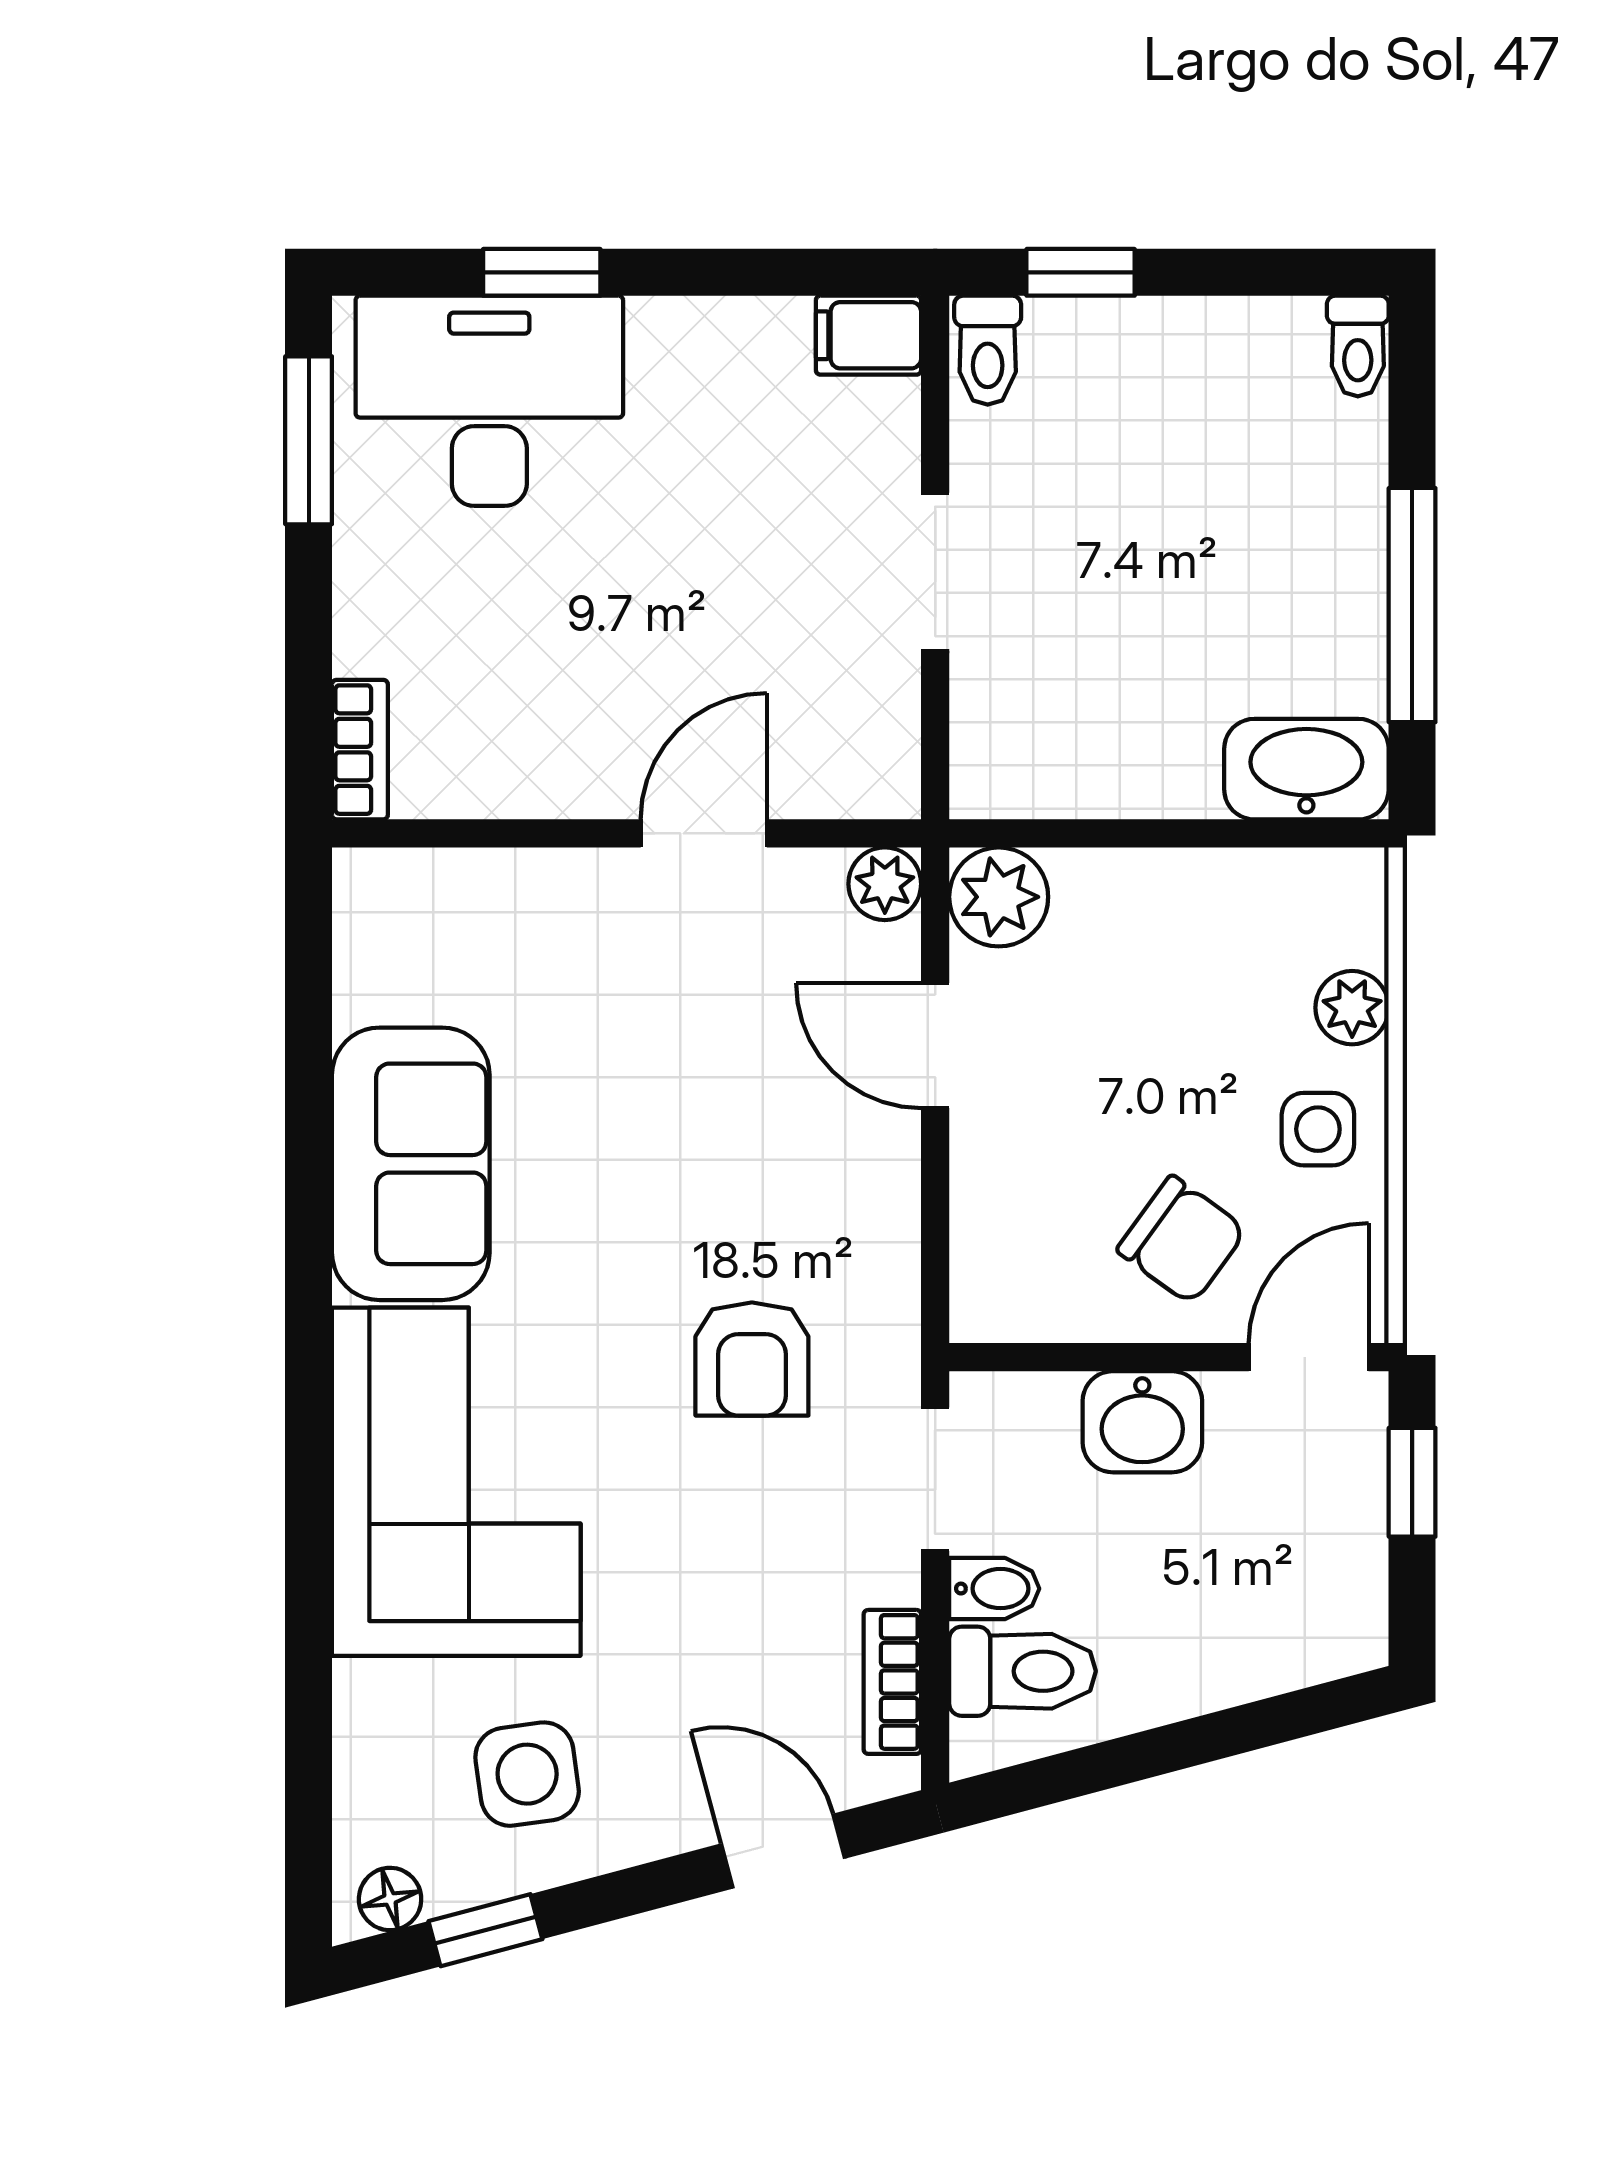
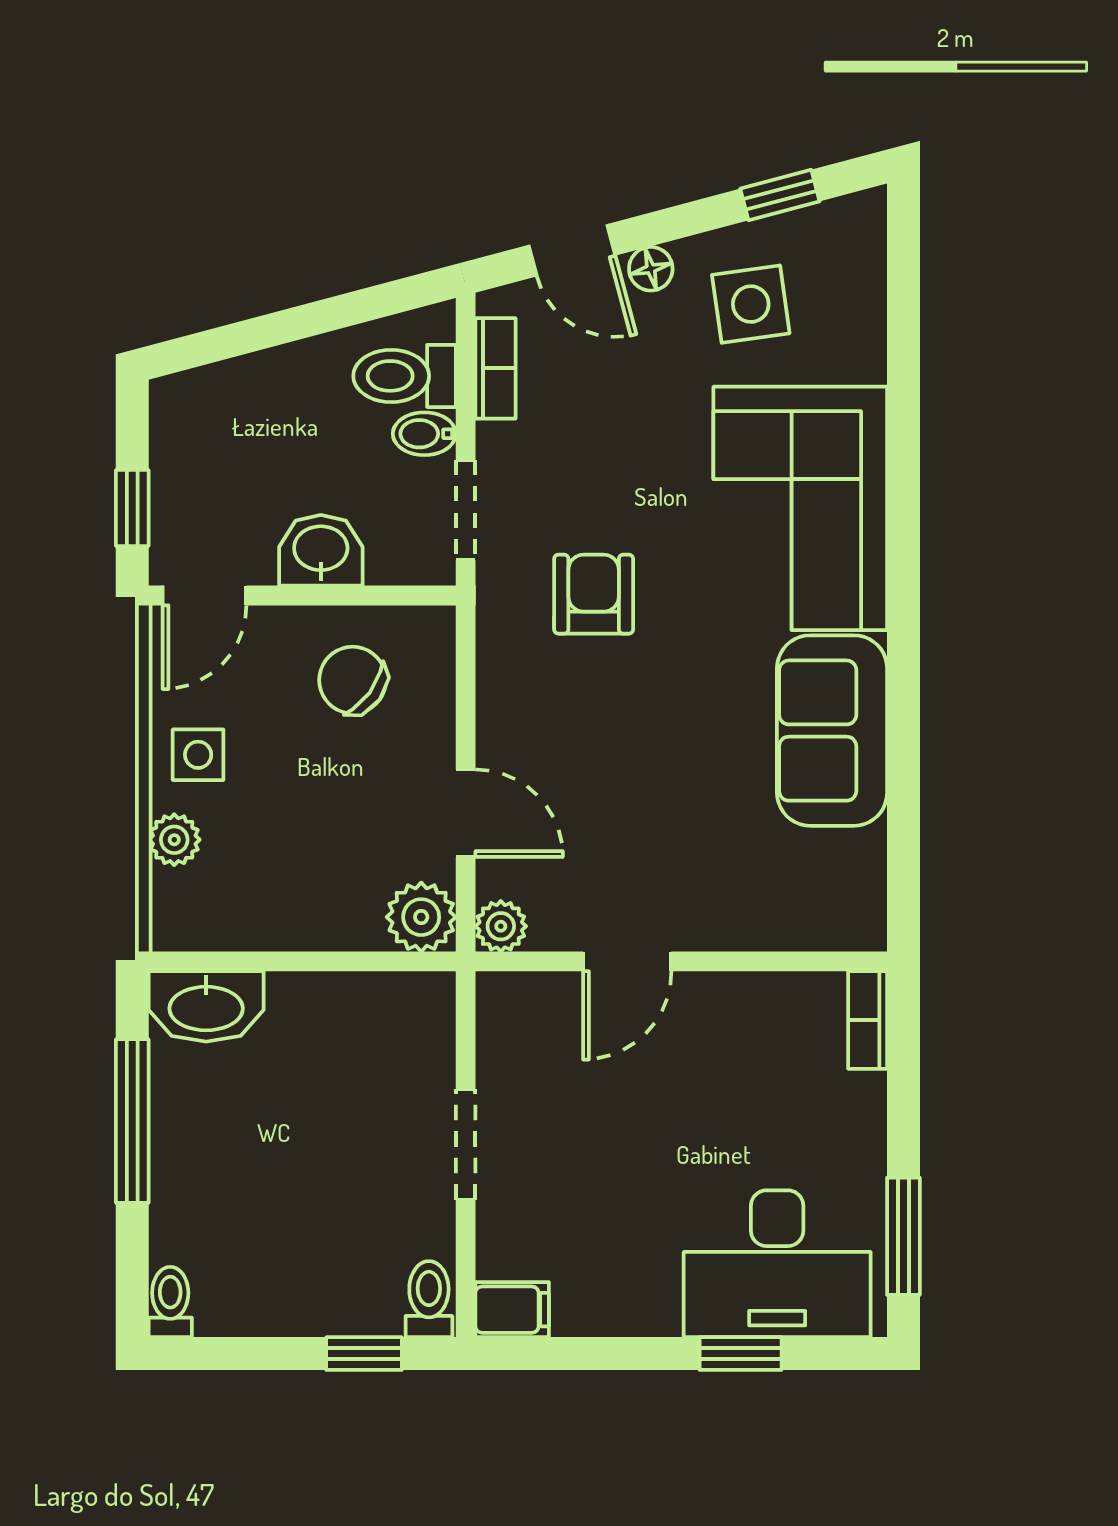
chair: (1182, 1240) -> (353, 680), moved
floor lamp: (390, 1899) -> (651, 269), moved

